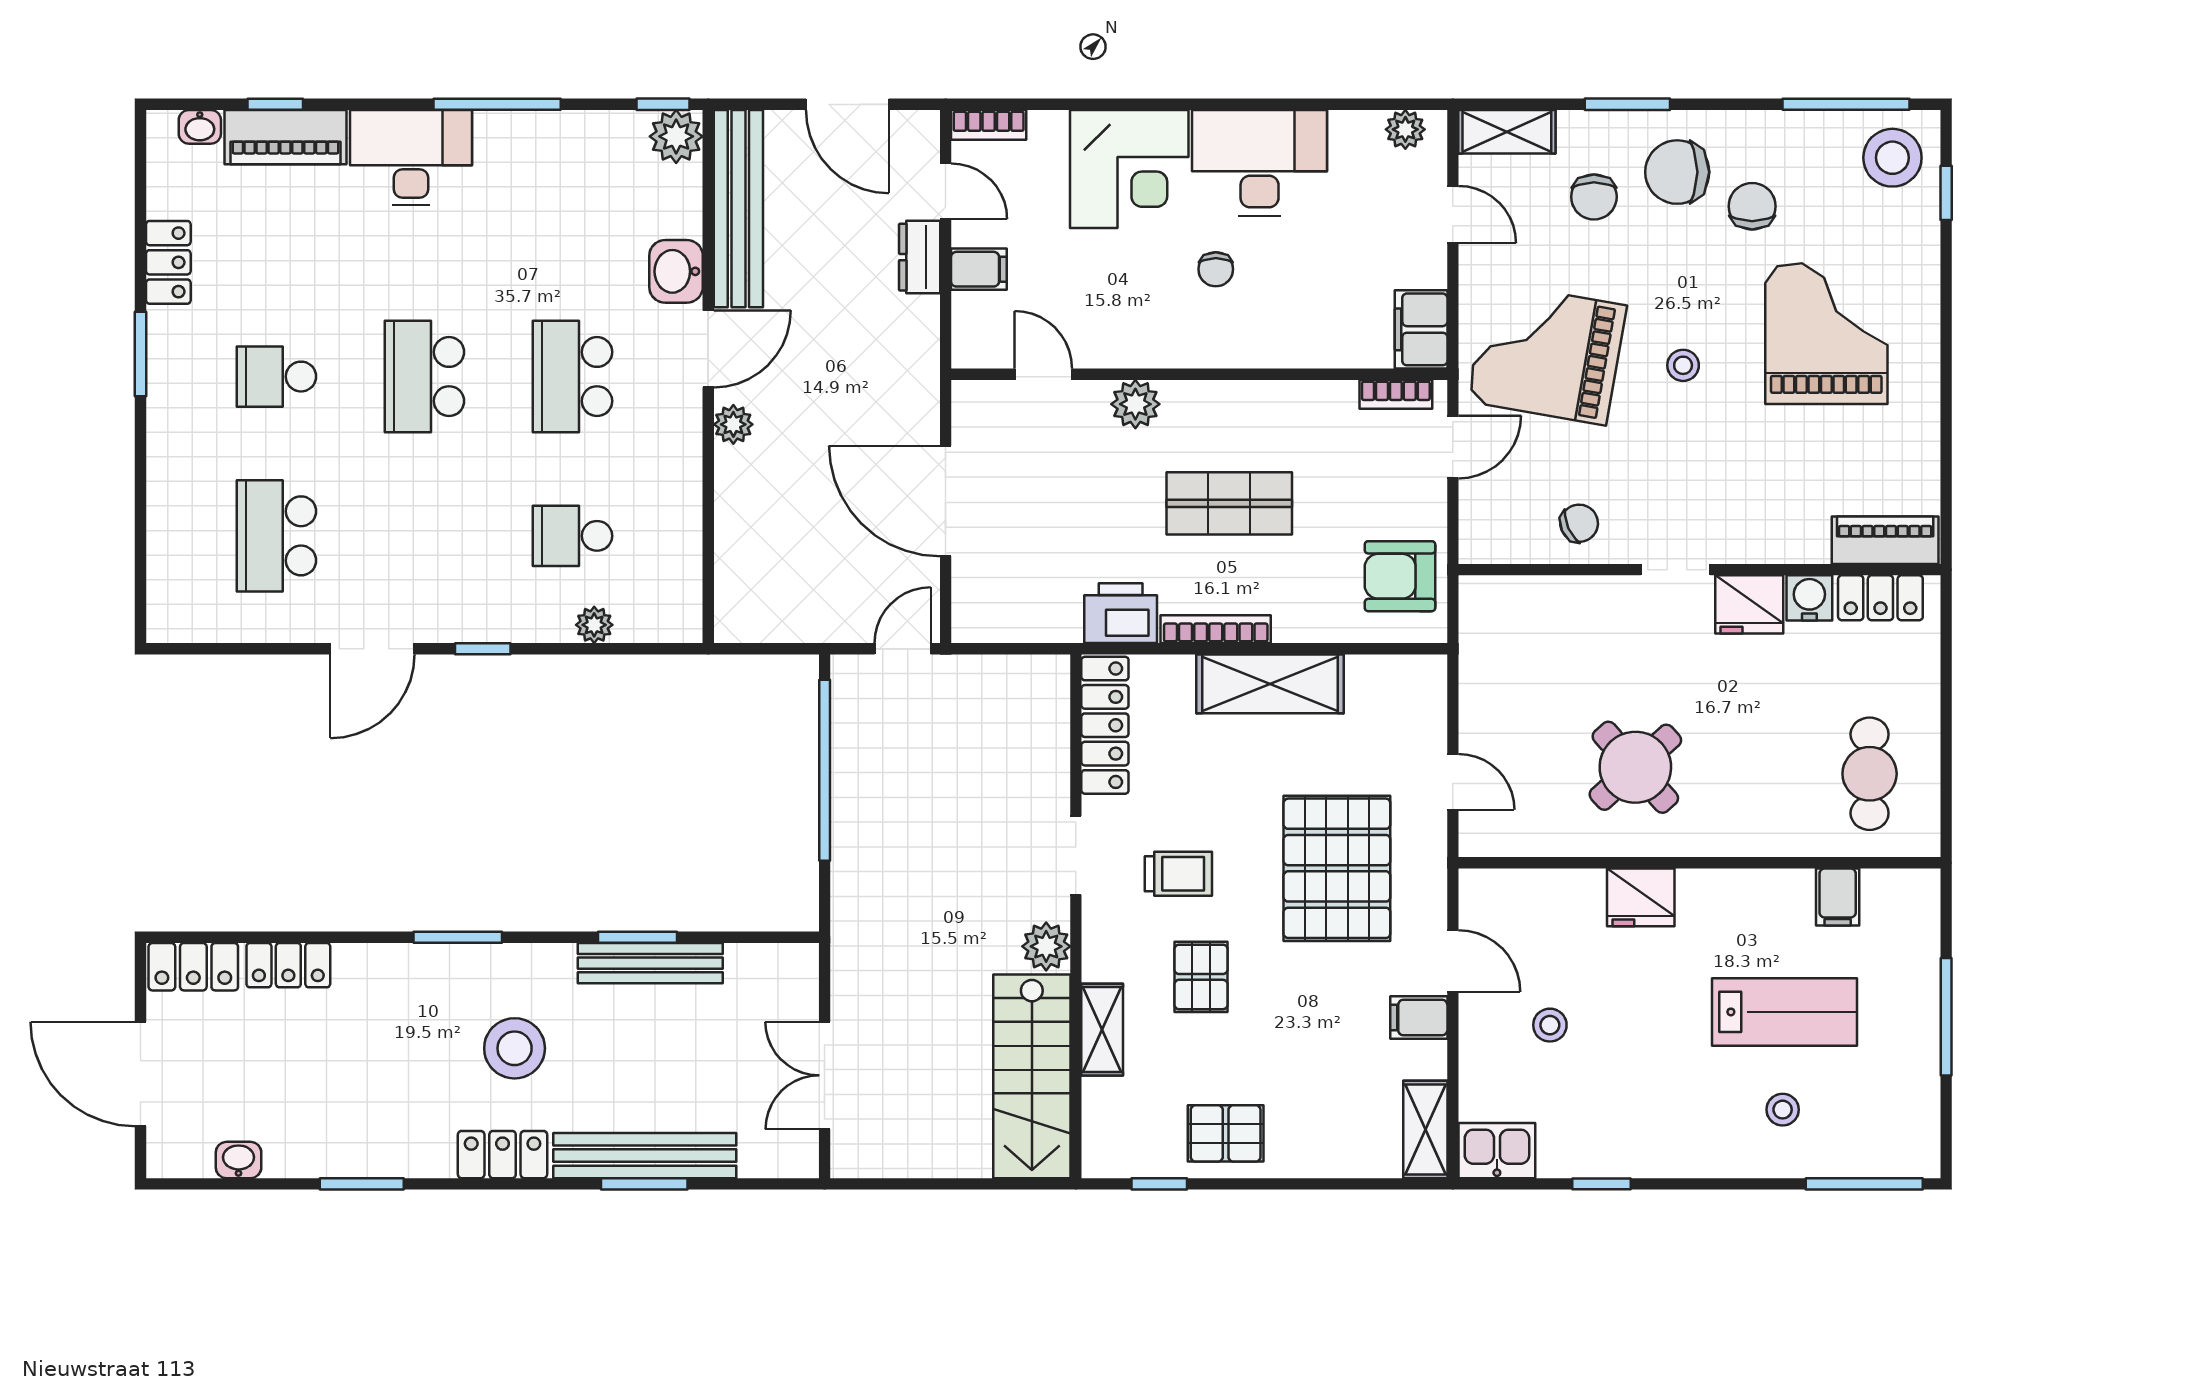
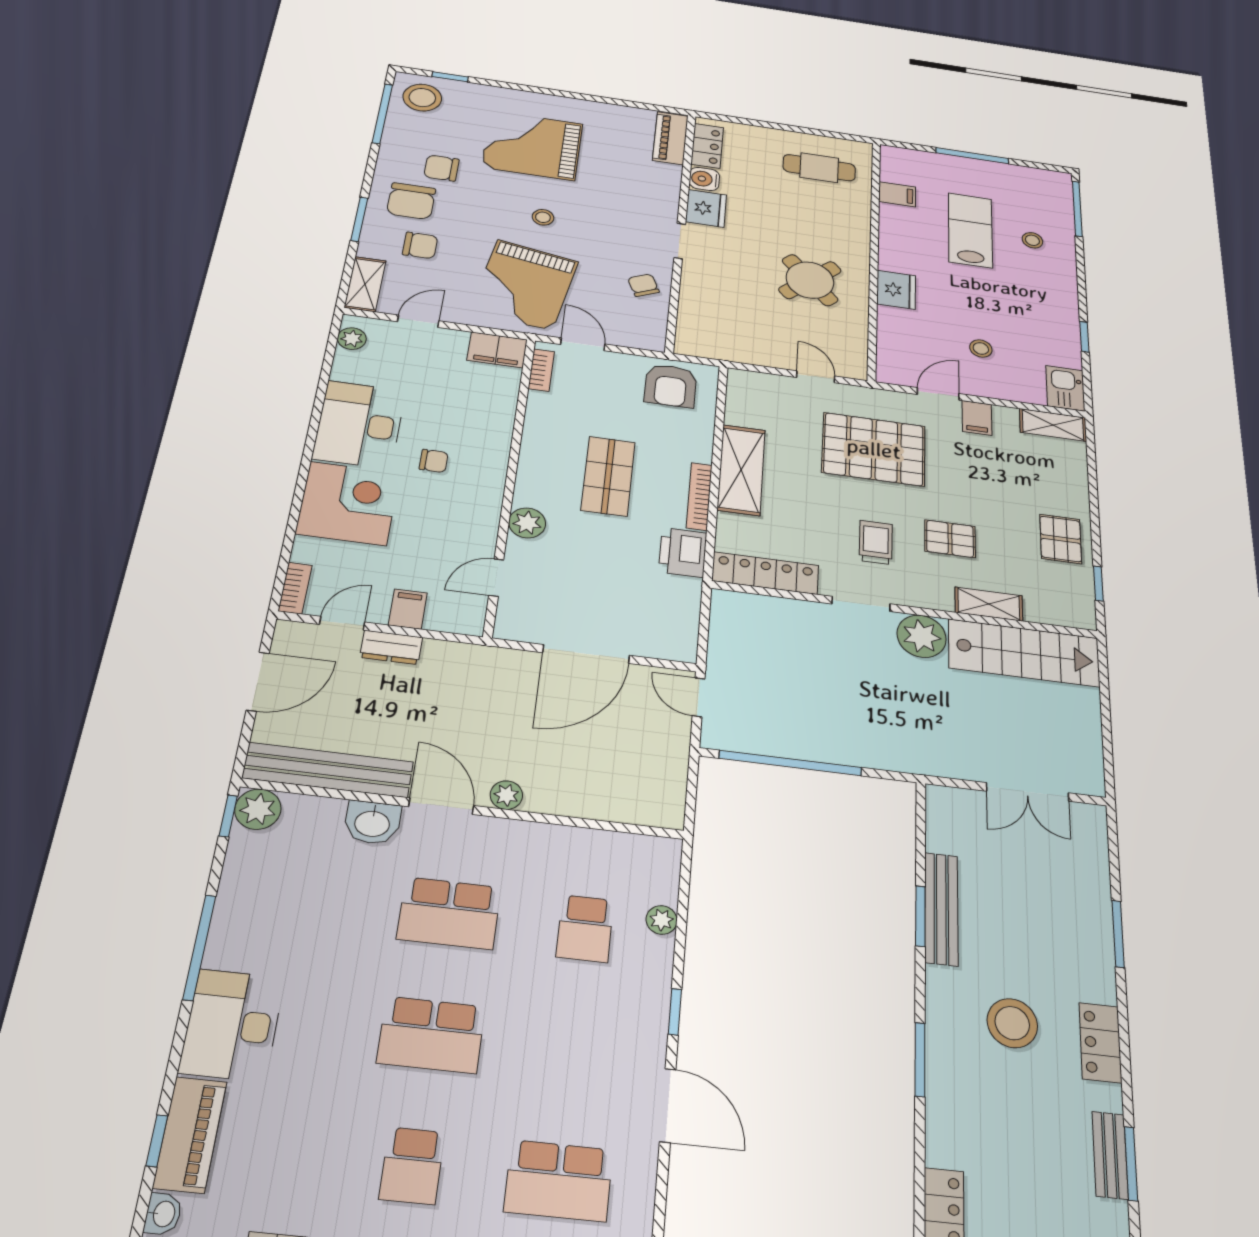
door: (1453, 782) -> (816, 377), hinge flipped
plant: (1046, 946) -> (922, 636), width x1.36, depth x1.36
bench: (645, 1156) -> (1110, 1155), moved, width x0.54, depth x0.82

